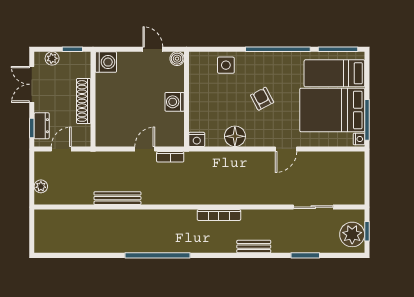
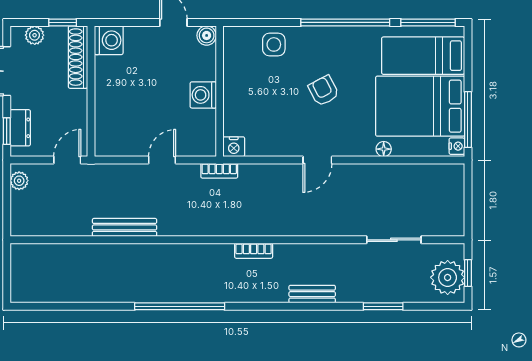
shoe rack: (84, 101) -> (78, 57), moved
floor lamp: (235, 136) -> (384, 149), moved, width x0.53, depth x0.53
door: (61, 149) -> (67, 160), moved
door: (286, 149) -> (317, 160), moved
bookcase: (170, 157) -> (219, 171), moved
plant: (41, 186) -> (19, 181), moved
bookcase: (219, 215) -> (254, 251), width x0.64

